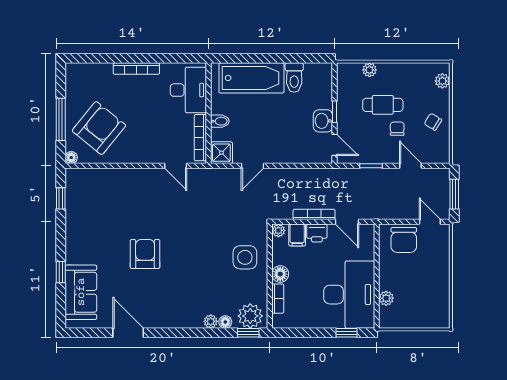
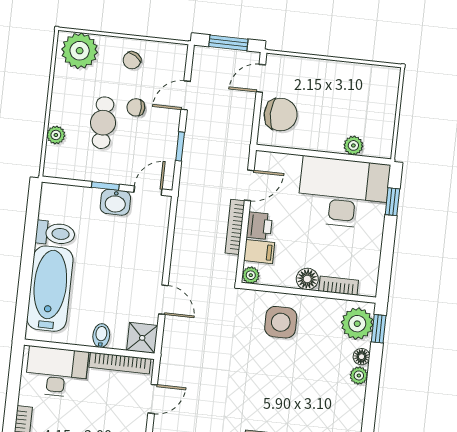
plant: (442, 81) -> (80, 51), width x1.87, depth x1.87

